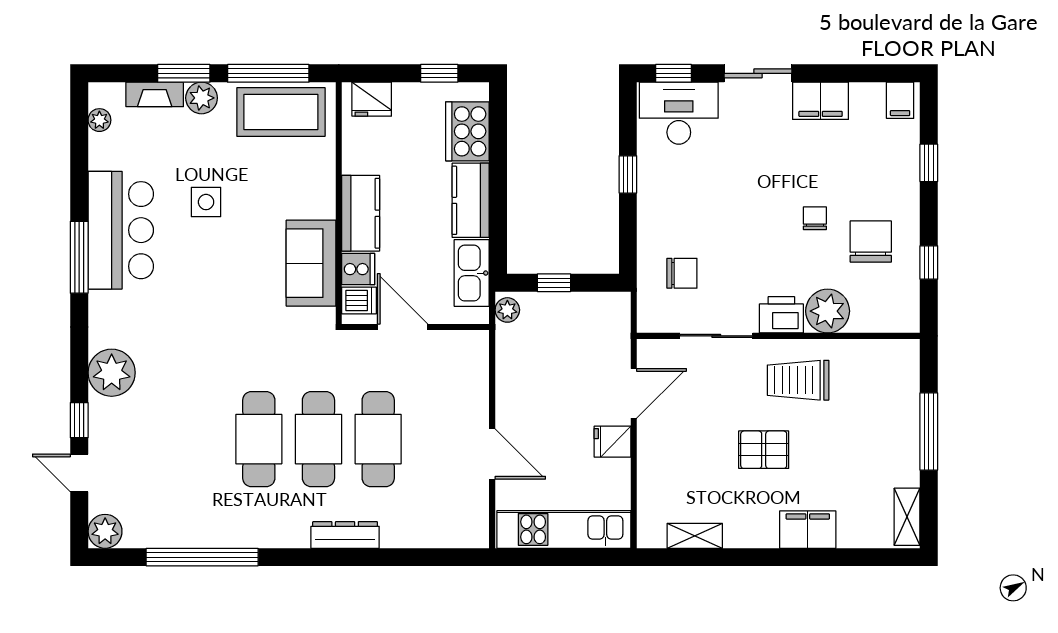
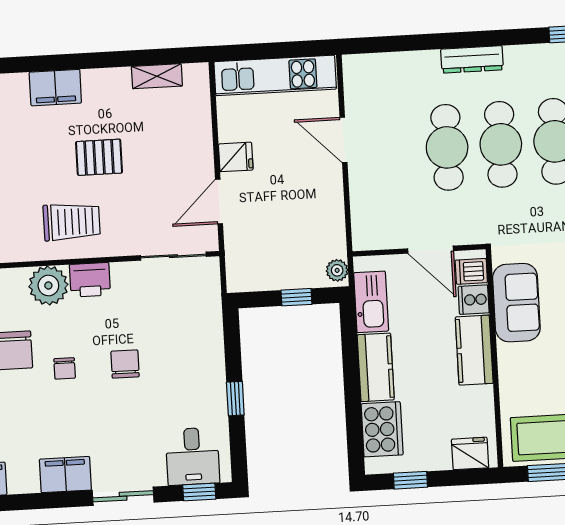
desk: (679, 113) -> (193, 456), width x0.73
chair: (682, 273) -> (125, 364), moved, turned 90
sliding door: (716, 336) -> (173, 256), moved

